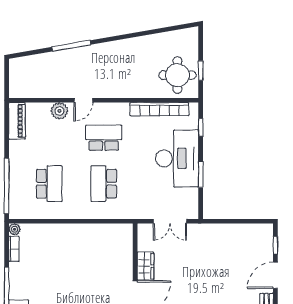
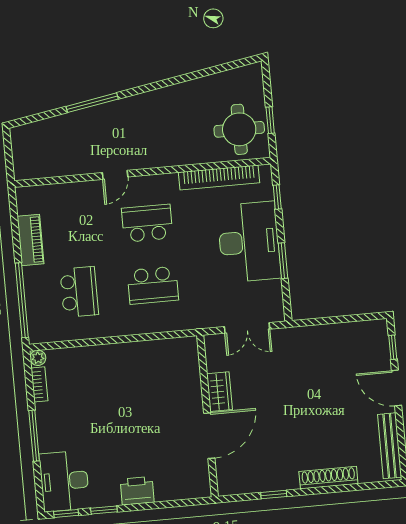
plant: (59, 111) -> (84, 192), removed
piano: (17, 121) -> (31, 240), moved
school desk: (104, 184) -> (153, 285), turned -90
door: (275, 275) -> (396, 388), hinge flipped

